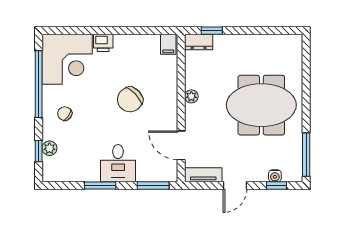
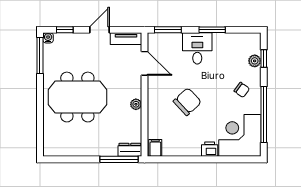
window: (212, 31) -> (119, 159), width x2.17
water cooler: (275, 176) -> (48, 38), moved

